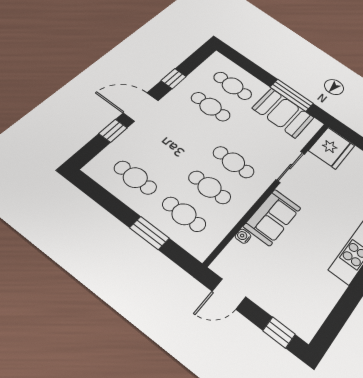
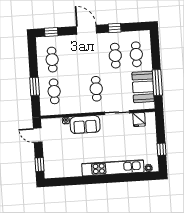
window: (113, 131) -> (51, 32), moved
fridge: (332, 148) -> (139, 120), width x0.53, depth x0.75
cafe table: (210, 187) -> (75, 90), removed

